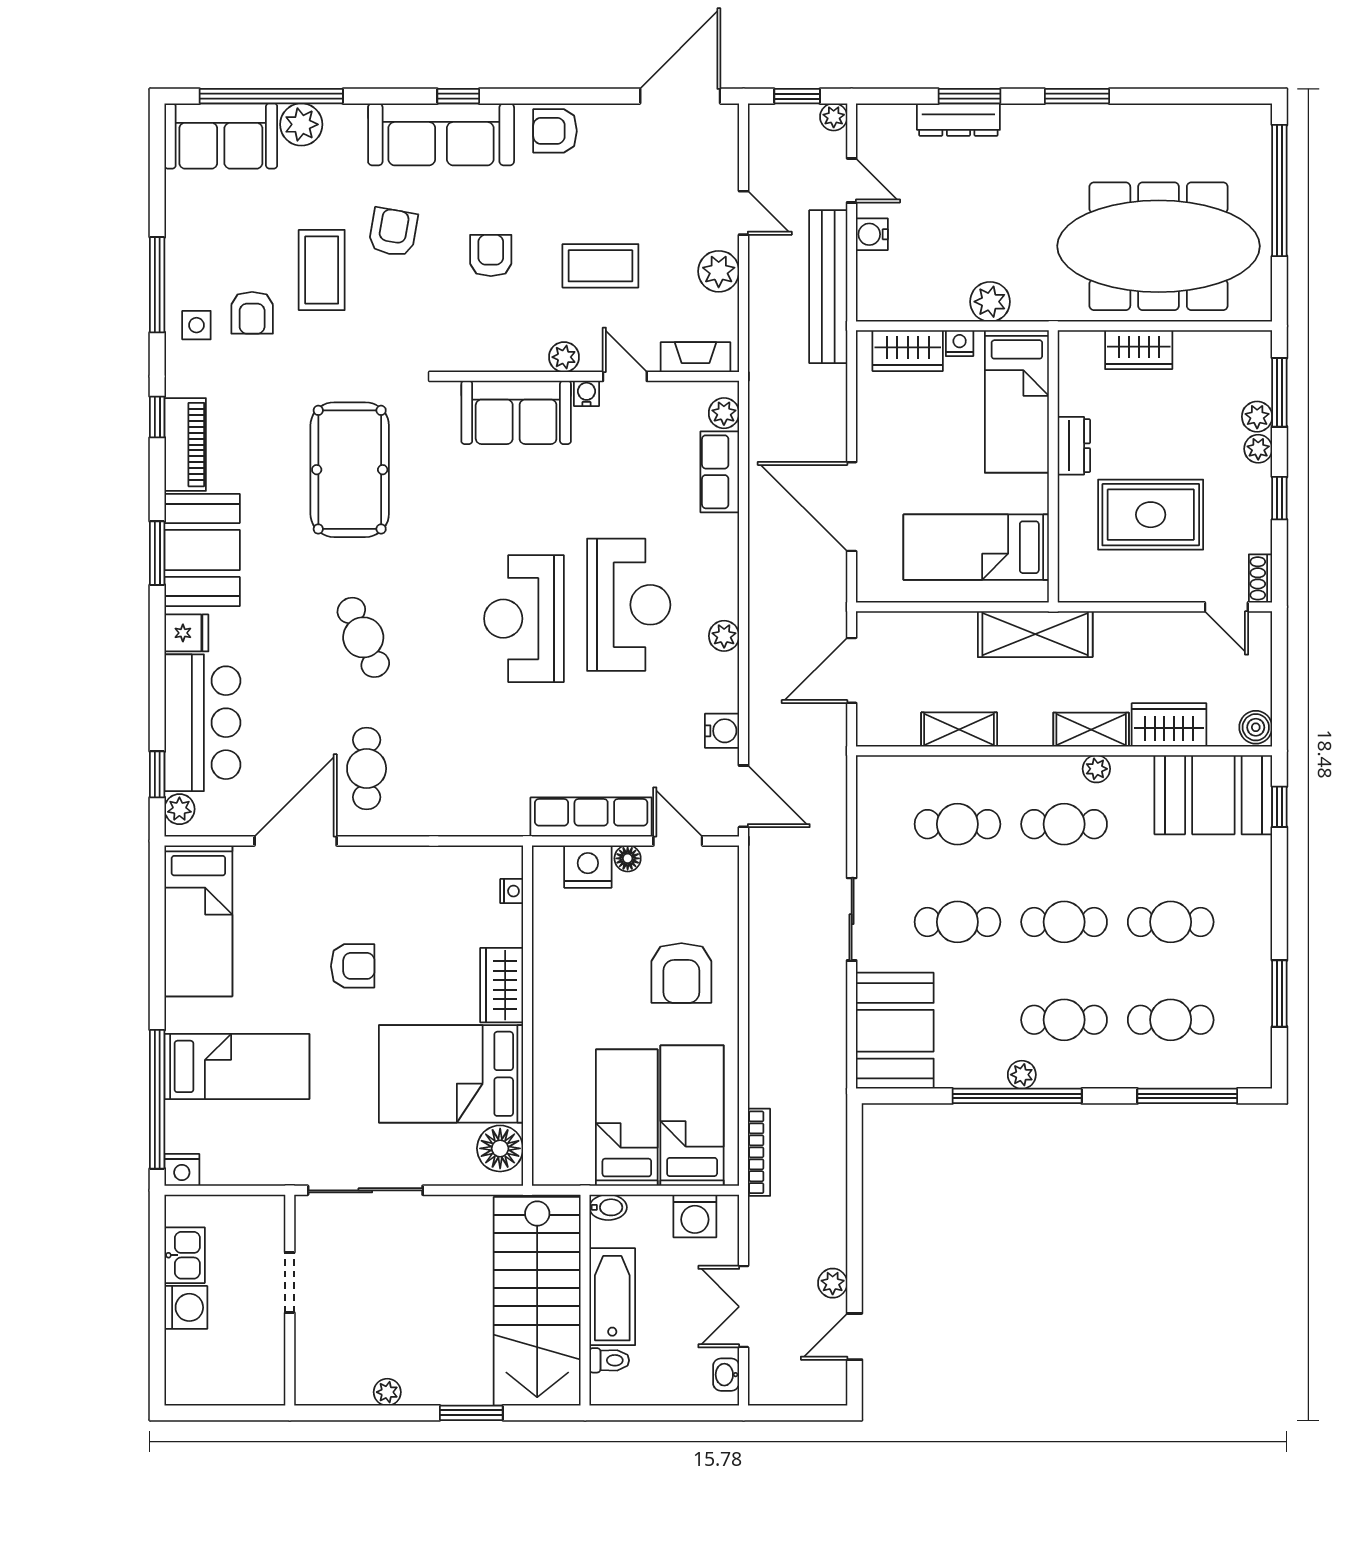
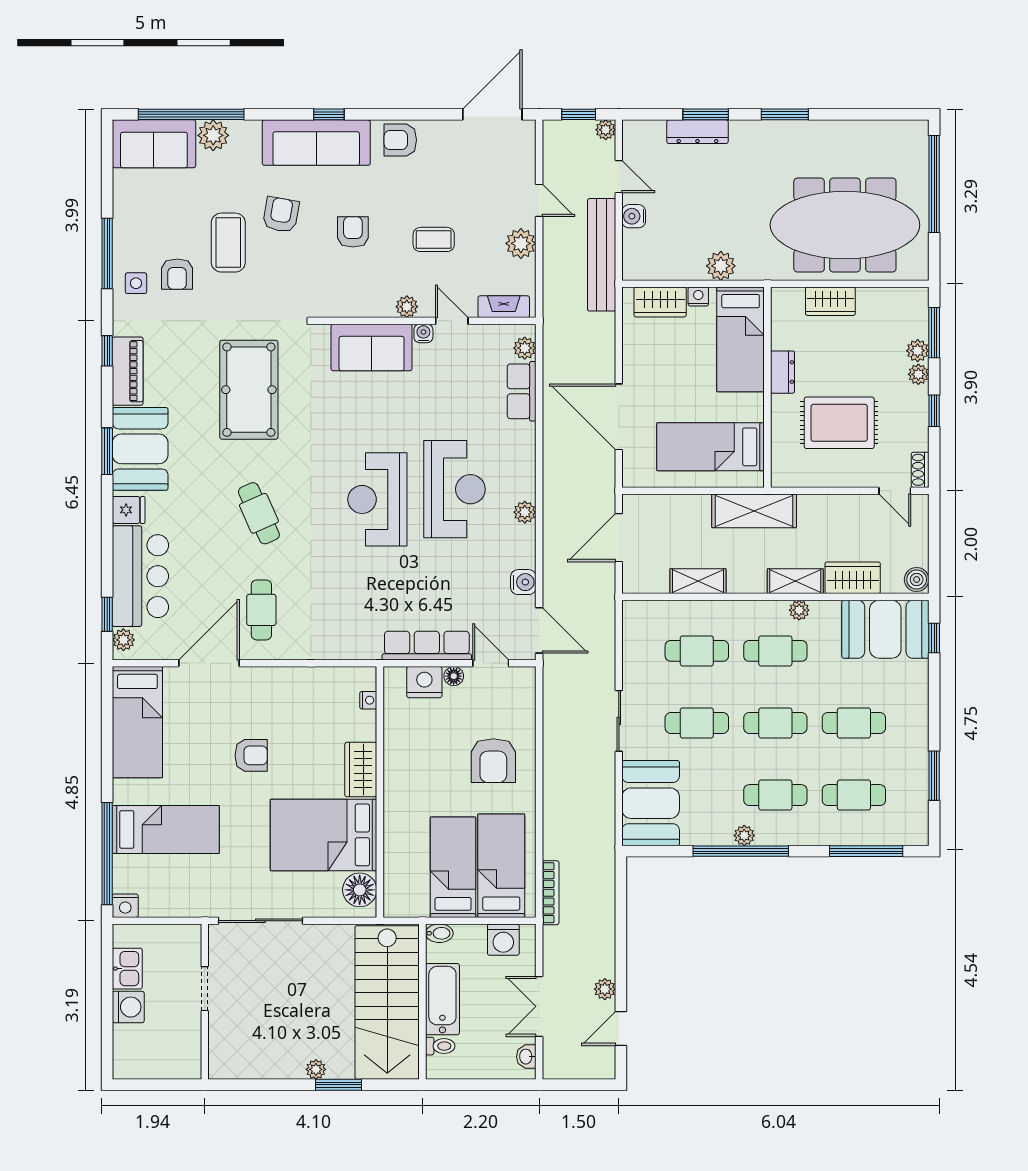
coffee table: (600, 266) -> (434, 239), width x0.73, depth x0.77
plant: (387, 1392) -> (316, 1069), moved

